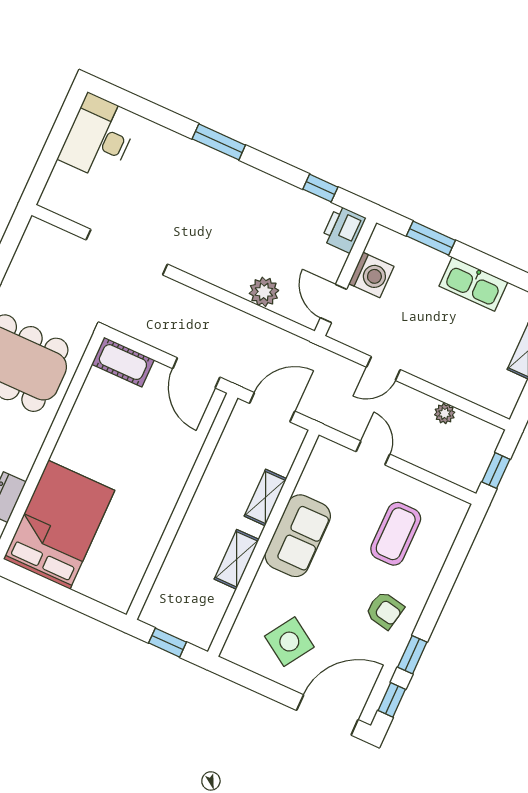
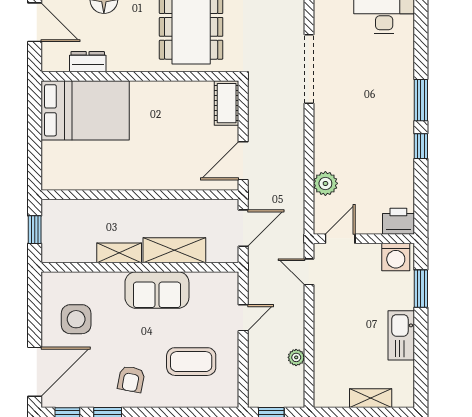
window: (320, 188) -> (421, 146), moved
washing machine: (371, 275) -> (396, 257), moved
door: (383, 368) -> (309, 272), moved
door: (272, 407) -> (243, 228), hinge flipped
shelving: (265, 497) -> (174, 250), width x1.50, depth x1.33
side table: (289, 642) -> (76, 319), turned -33
door: (327, 715) -> (35, 372), hinge flipped

